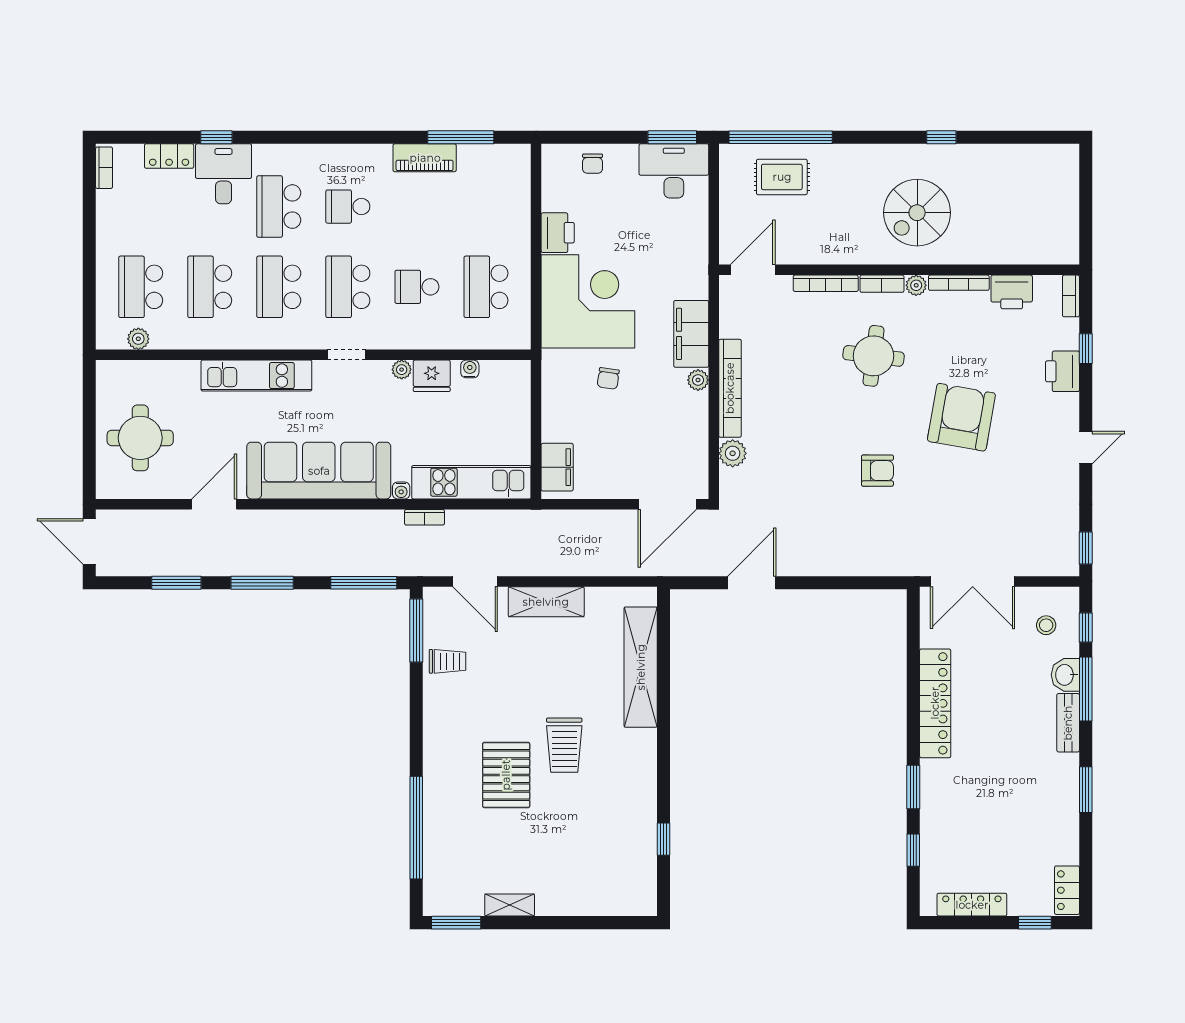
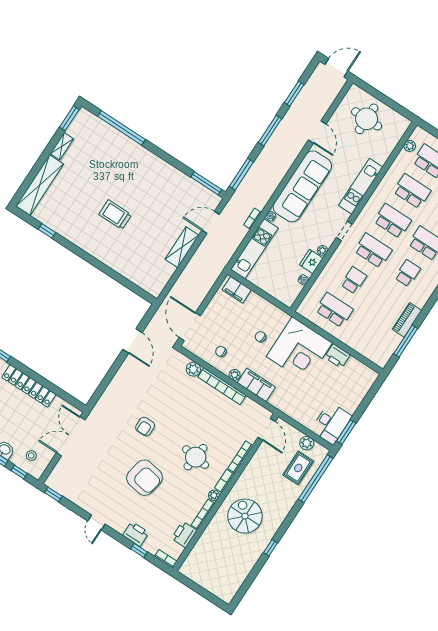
chair: (593, 164) -> (221, 351), moved
plant: (732, 190) -> (307, 443), added
trolley: (448, 661) -> (184, 188), removed
shelving: (641, 667) -> (40, 185), moved, turned 90
pallet: (506, 775) -> (119, 181), removed

